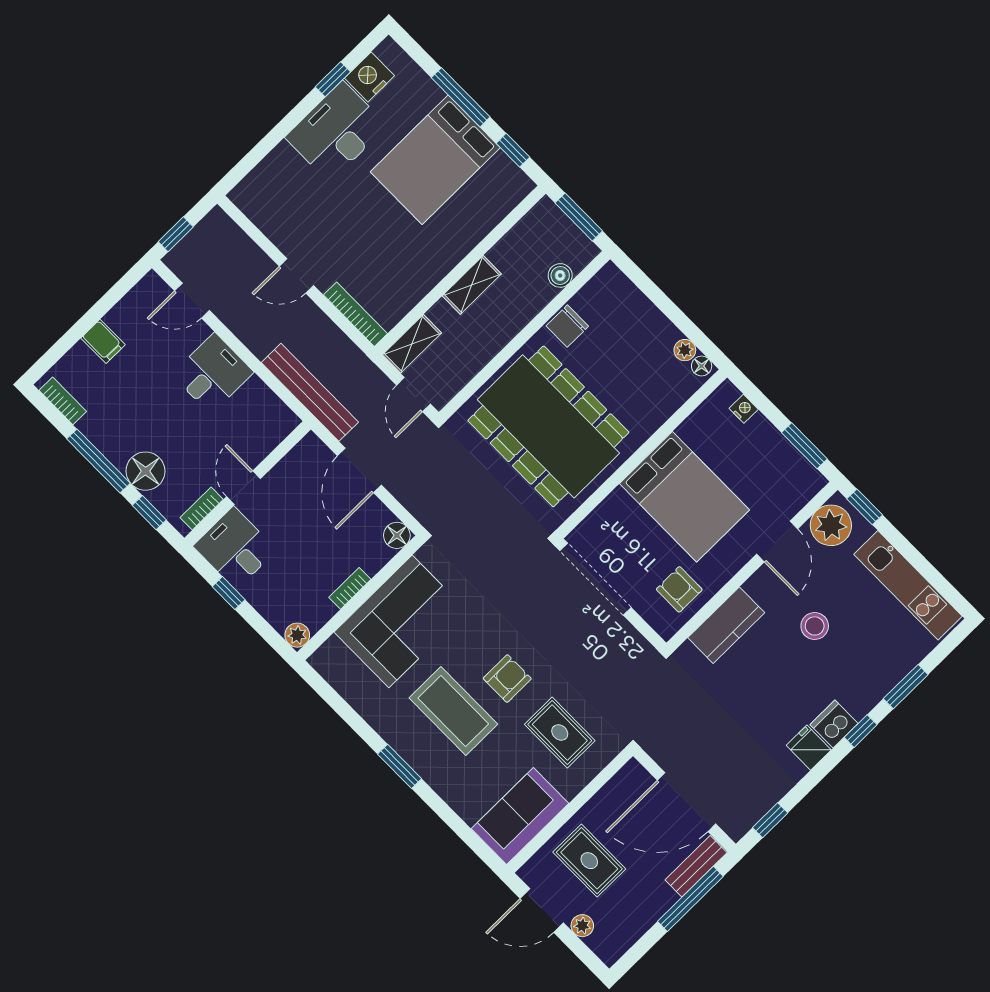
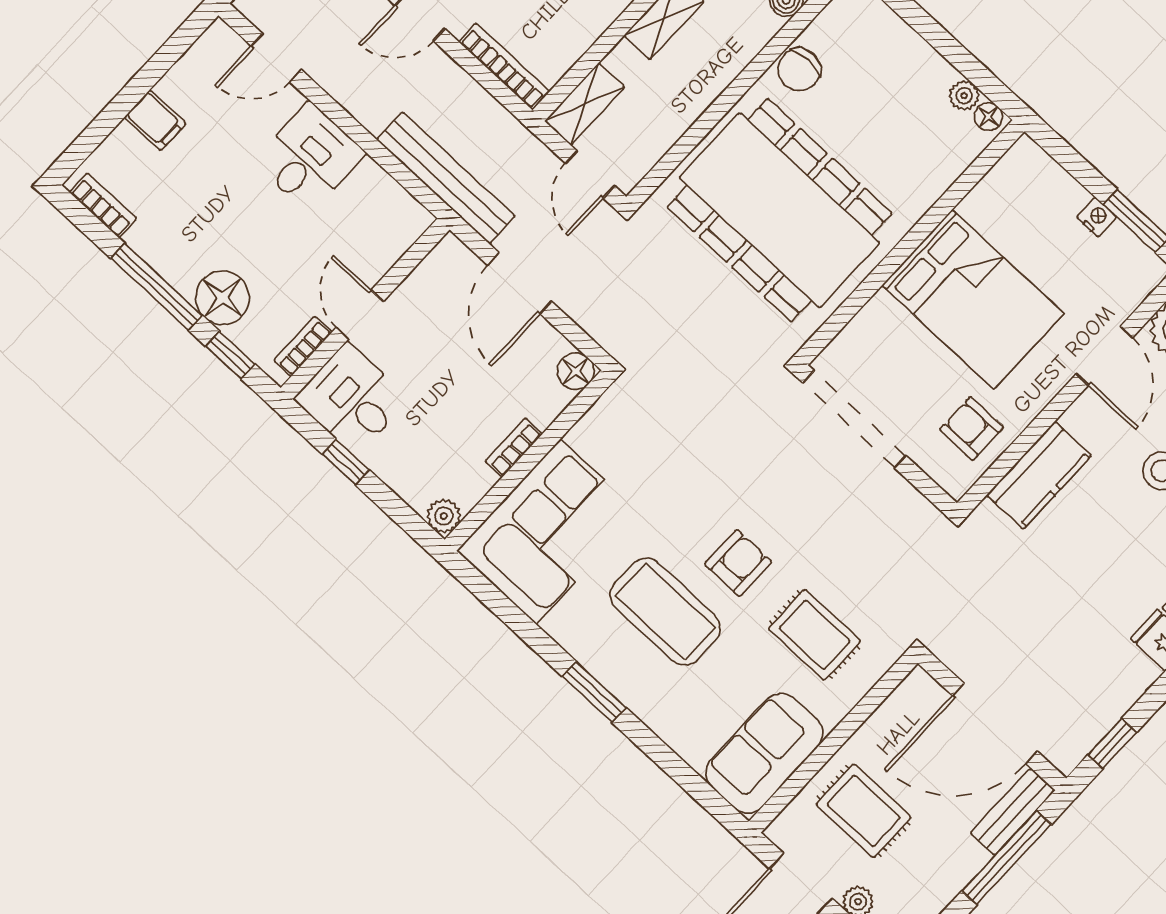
nightstand: (744, 409) -> (1097, 217), moved
corner sofa: (401, 621) -> (548, 532), moved

